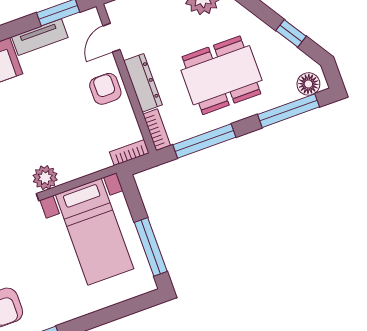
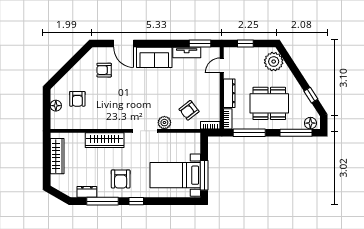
armchair: (105, 89) -> (189, 110), moved, turned -128
bed with nightstands: (95, 232) -> (175, 175), moved, turned 90

